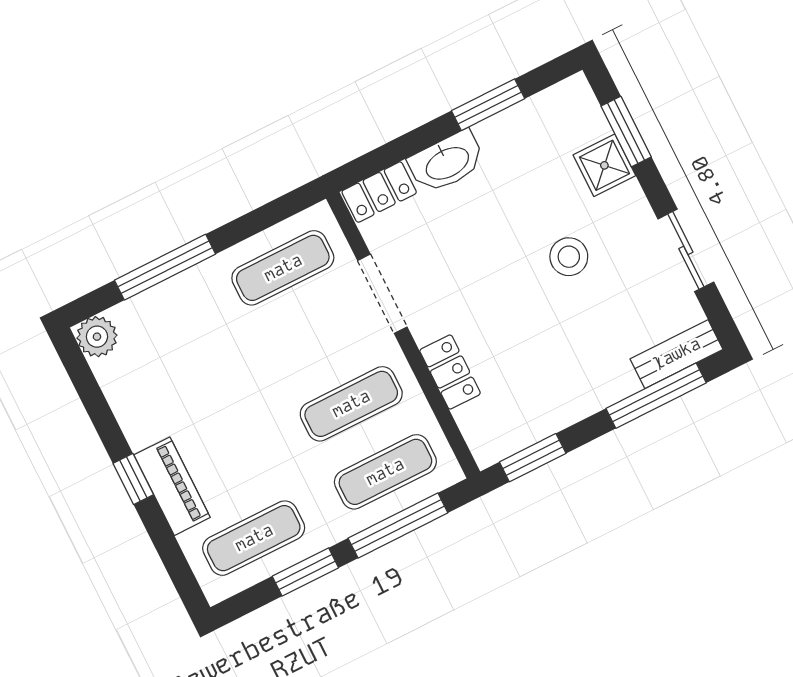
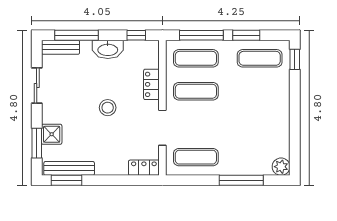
window: (488, 105) -> (66, 180), moved
bench: (533, 113) -> (69, 168), added
washbasin: (447, 162) -> (108, 49), moved, turned 180
stool: (569, 257) -> (108, 108), moved
window: (533, 458) -> (136, 35), width x0.67
window: (133, 479) -> (295, 59), moved
piano: (172, 486) -> (281, 94), removed

